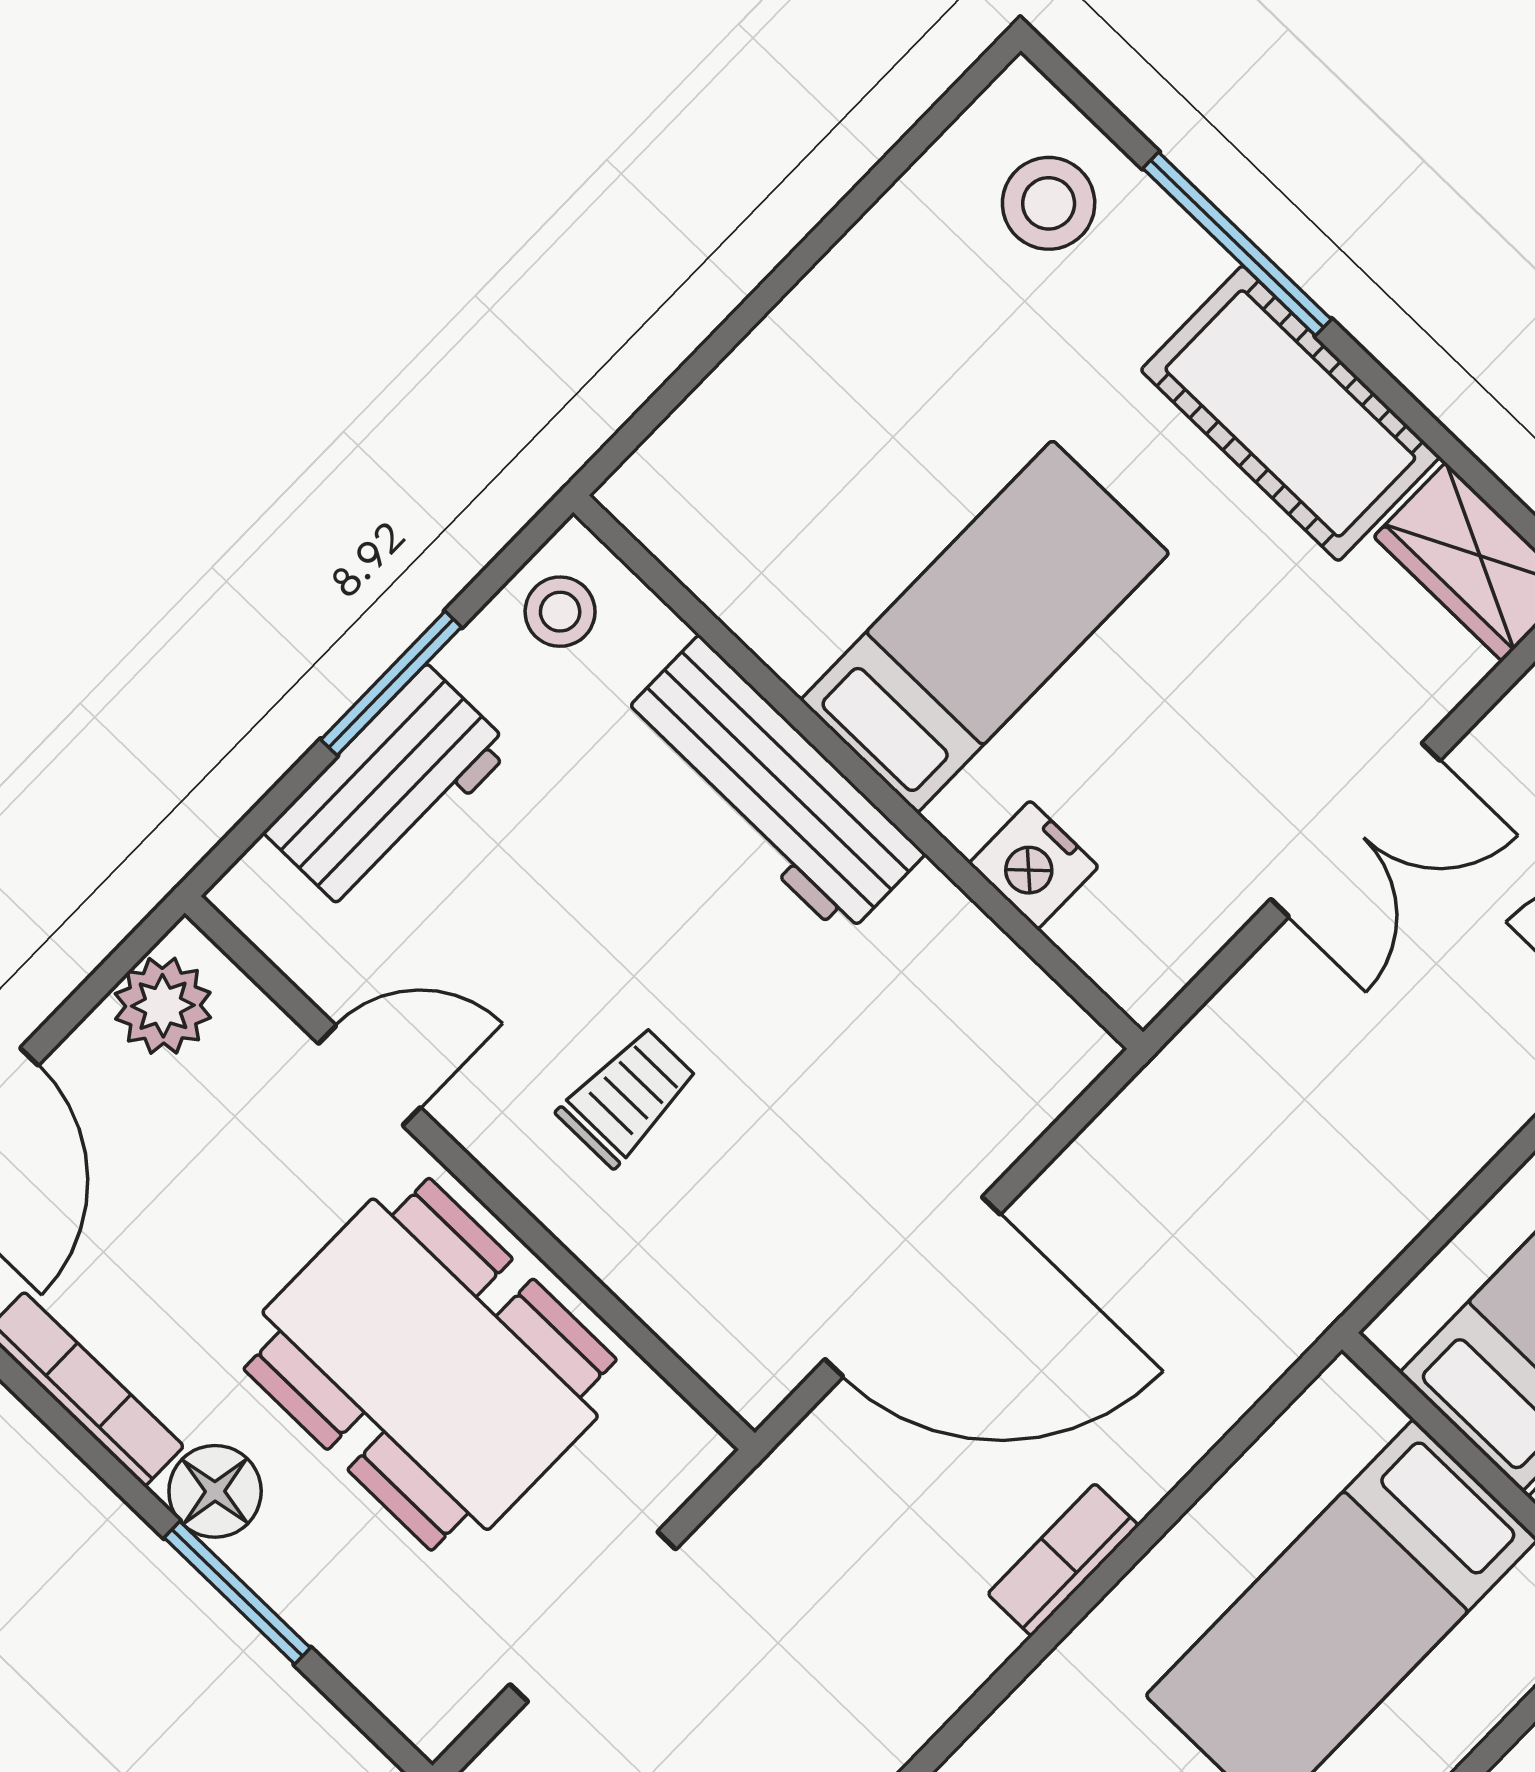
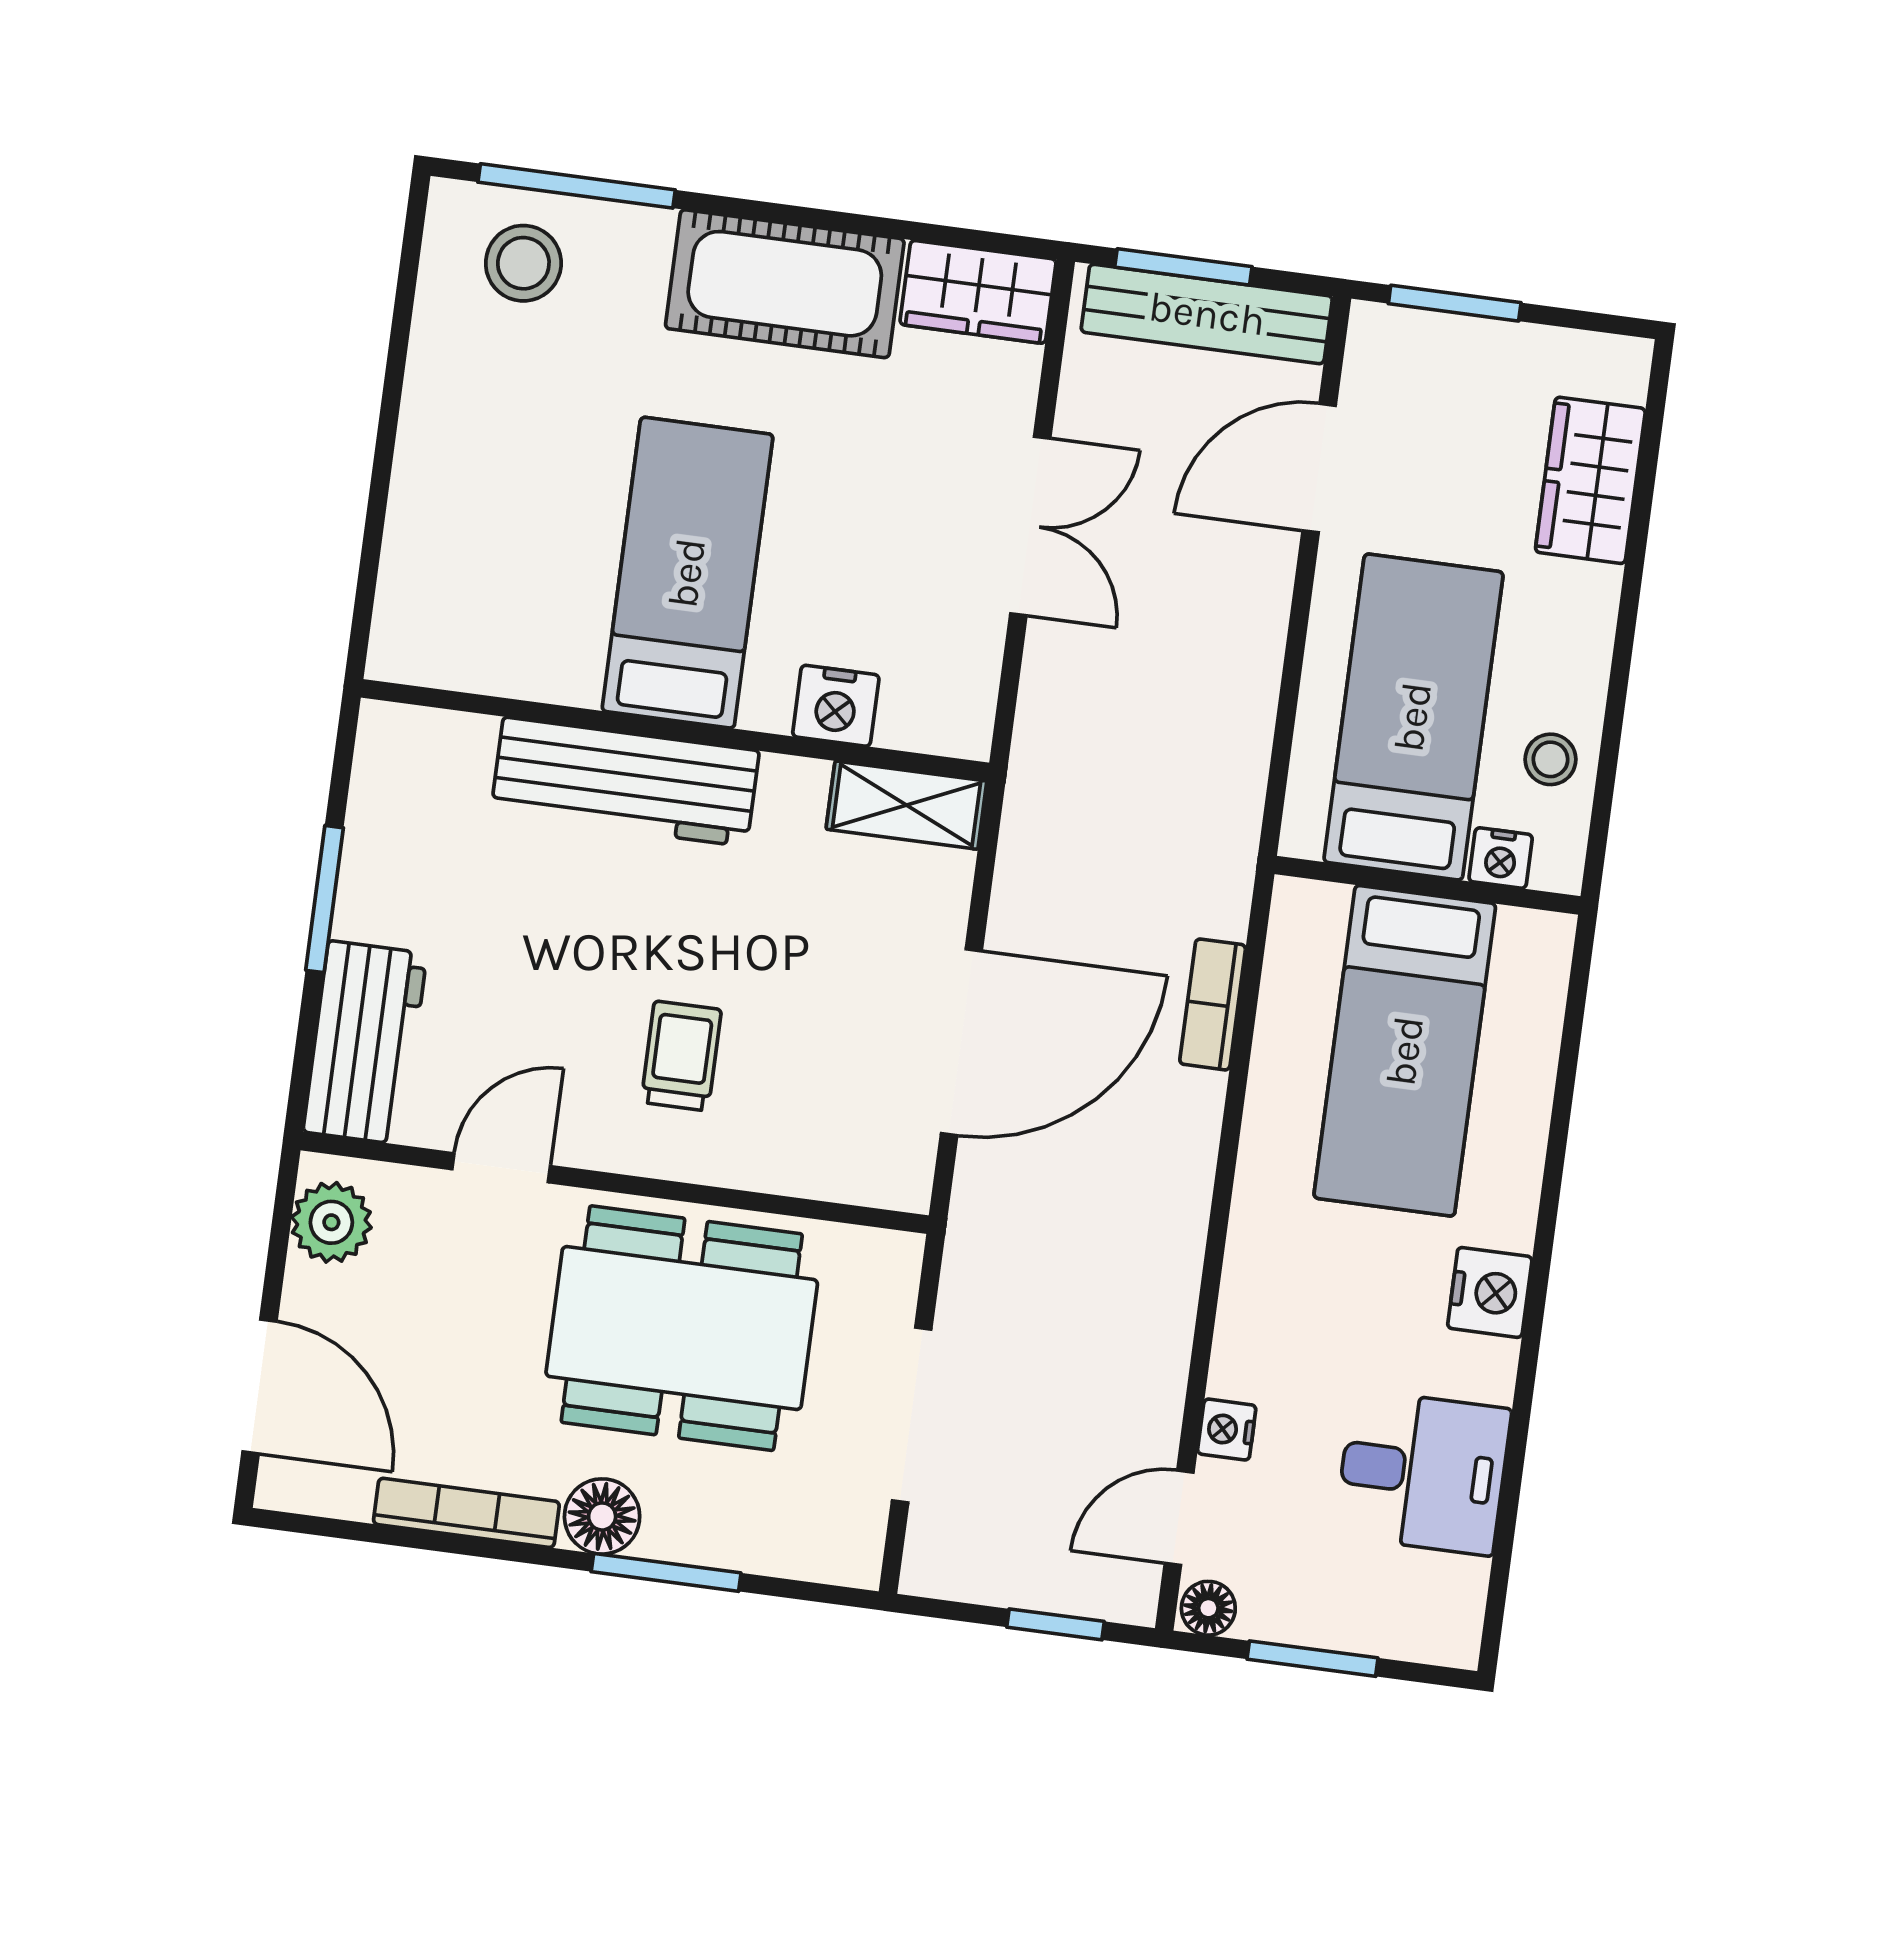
window: (1237, 244) -> (577, 186), moved
stool: (560, 612) -> (401, 770), removed
workbench: (388, 790) -> (365, 1043), moved
shelving: (1031, 1014) -> (906, 805), added
bookcase: (1063, 1560) -> (1213, 1004), moved

